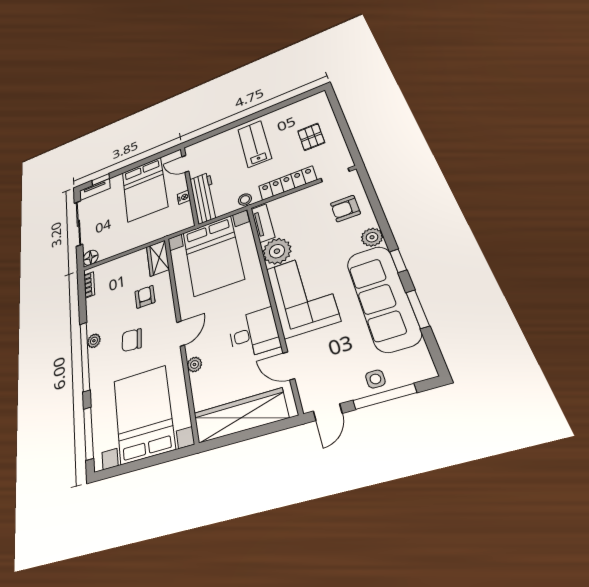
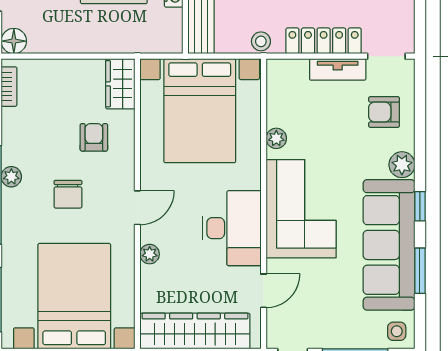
tv unit: (263, 223) -> (338, 69), moved, turned 90
plant: (277, 251) -> (276, 138), width x0.53, depth x0.53
desk: (254, 333) -> (232, 228), width x1.37
chair: (132, 340) -> (68, 194), turned -96
door: (289, 366) -> (264, 291), swing flipped
side table: (375, 379) -> (397, 331), moved

